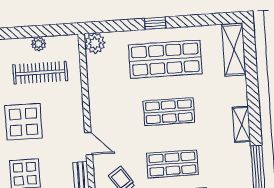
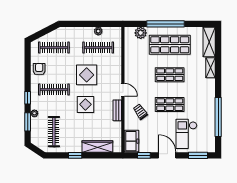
window: (155, 23) -> (165, 24), width x3.17
plant: (95, 43) -> (141, 33), moved
shelving: (241, 124) -> (211, 68), moved

